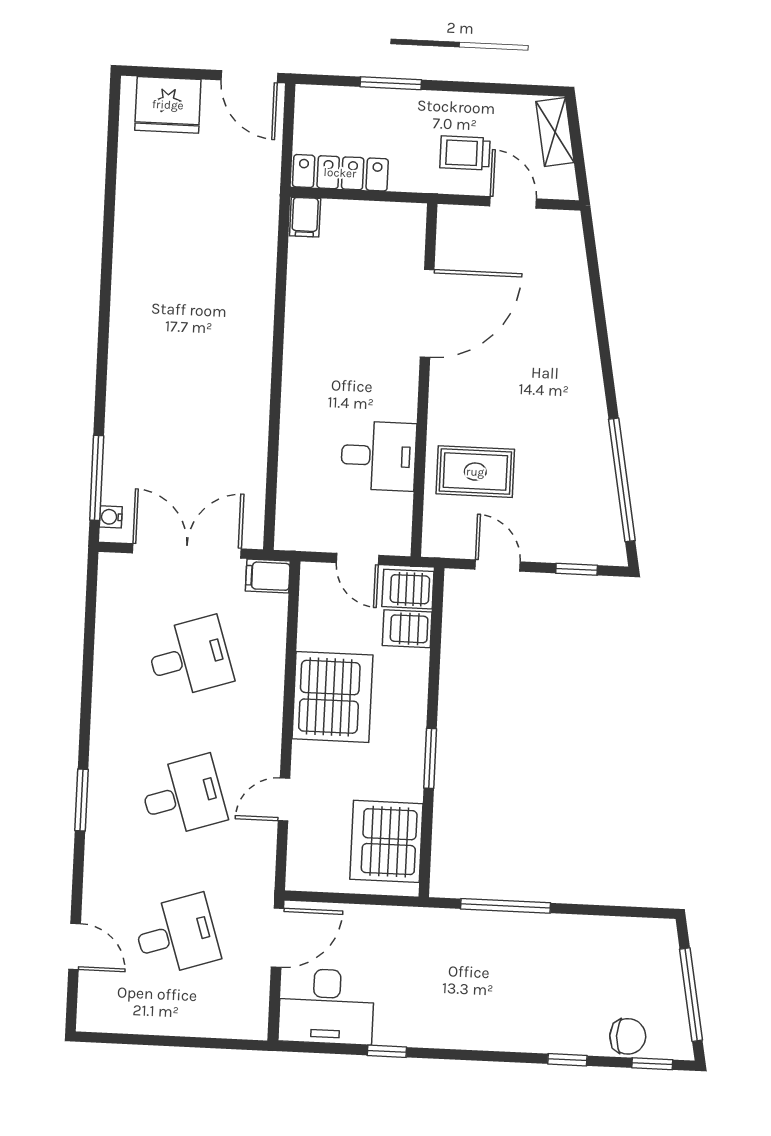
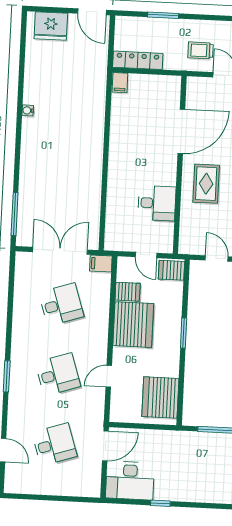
rug: (475, 472) -> (206, 184), moved, turned 90
water cooler: (111, 517) -> (28, 110), moved
server rack: (407, 629) -> (128, 292), moved, turned 180
window: (430, 758) -> (184, 333), moved

